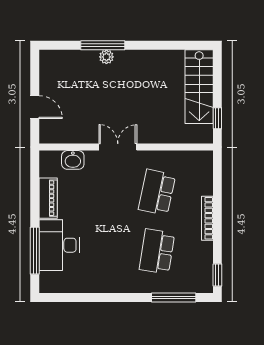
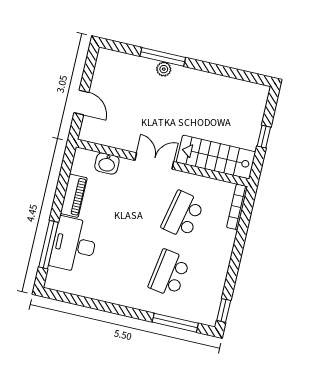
stairs: (199, 87) -> (216, 157), moved, turned 90
window: (217, 118) -> (264, 137), moved
bookcase: (207, 218) -> (237, 207), moved

